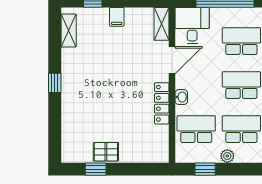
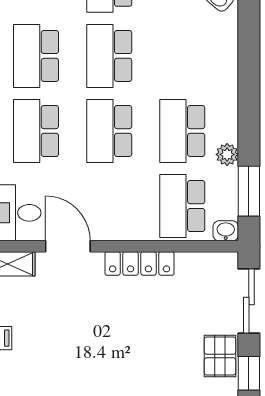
washbasin: (181, 97) -> (226, 231), moved
sliding door: (139, 169) -> (249, 301), added
window: (205, 169) -> (249, 191), width x1.50

